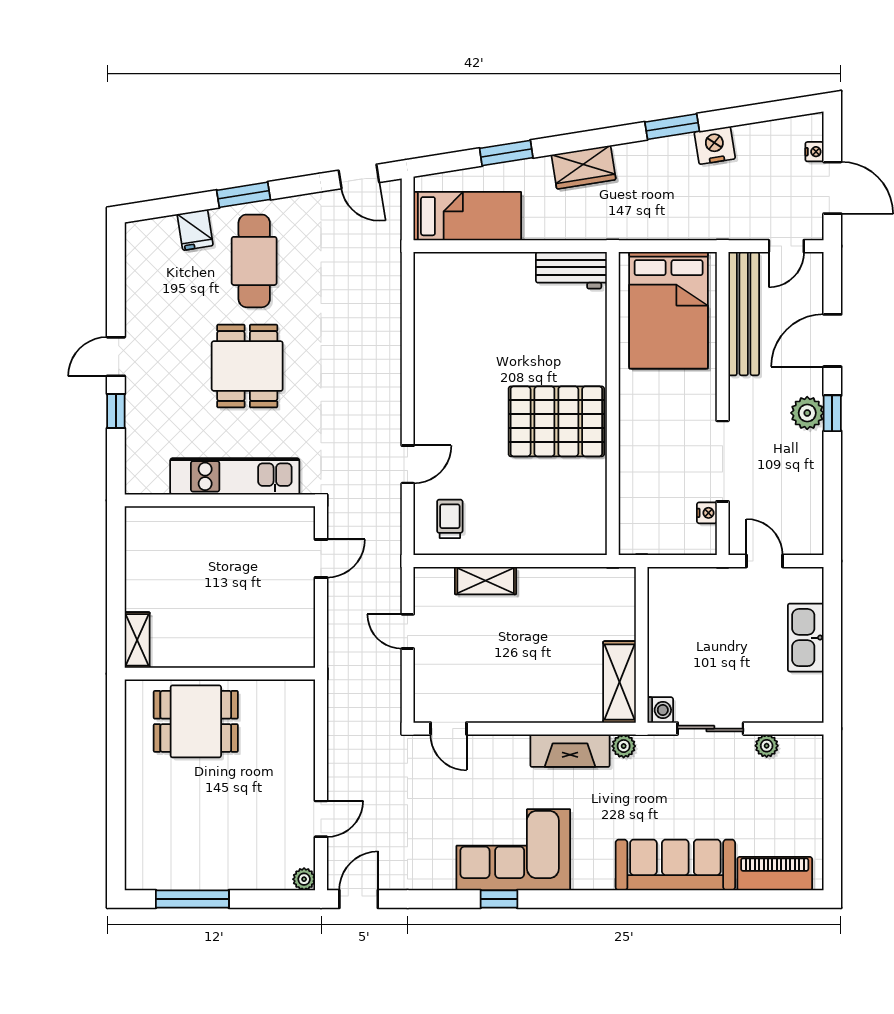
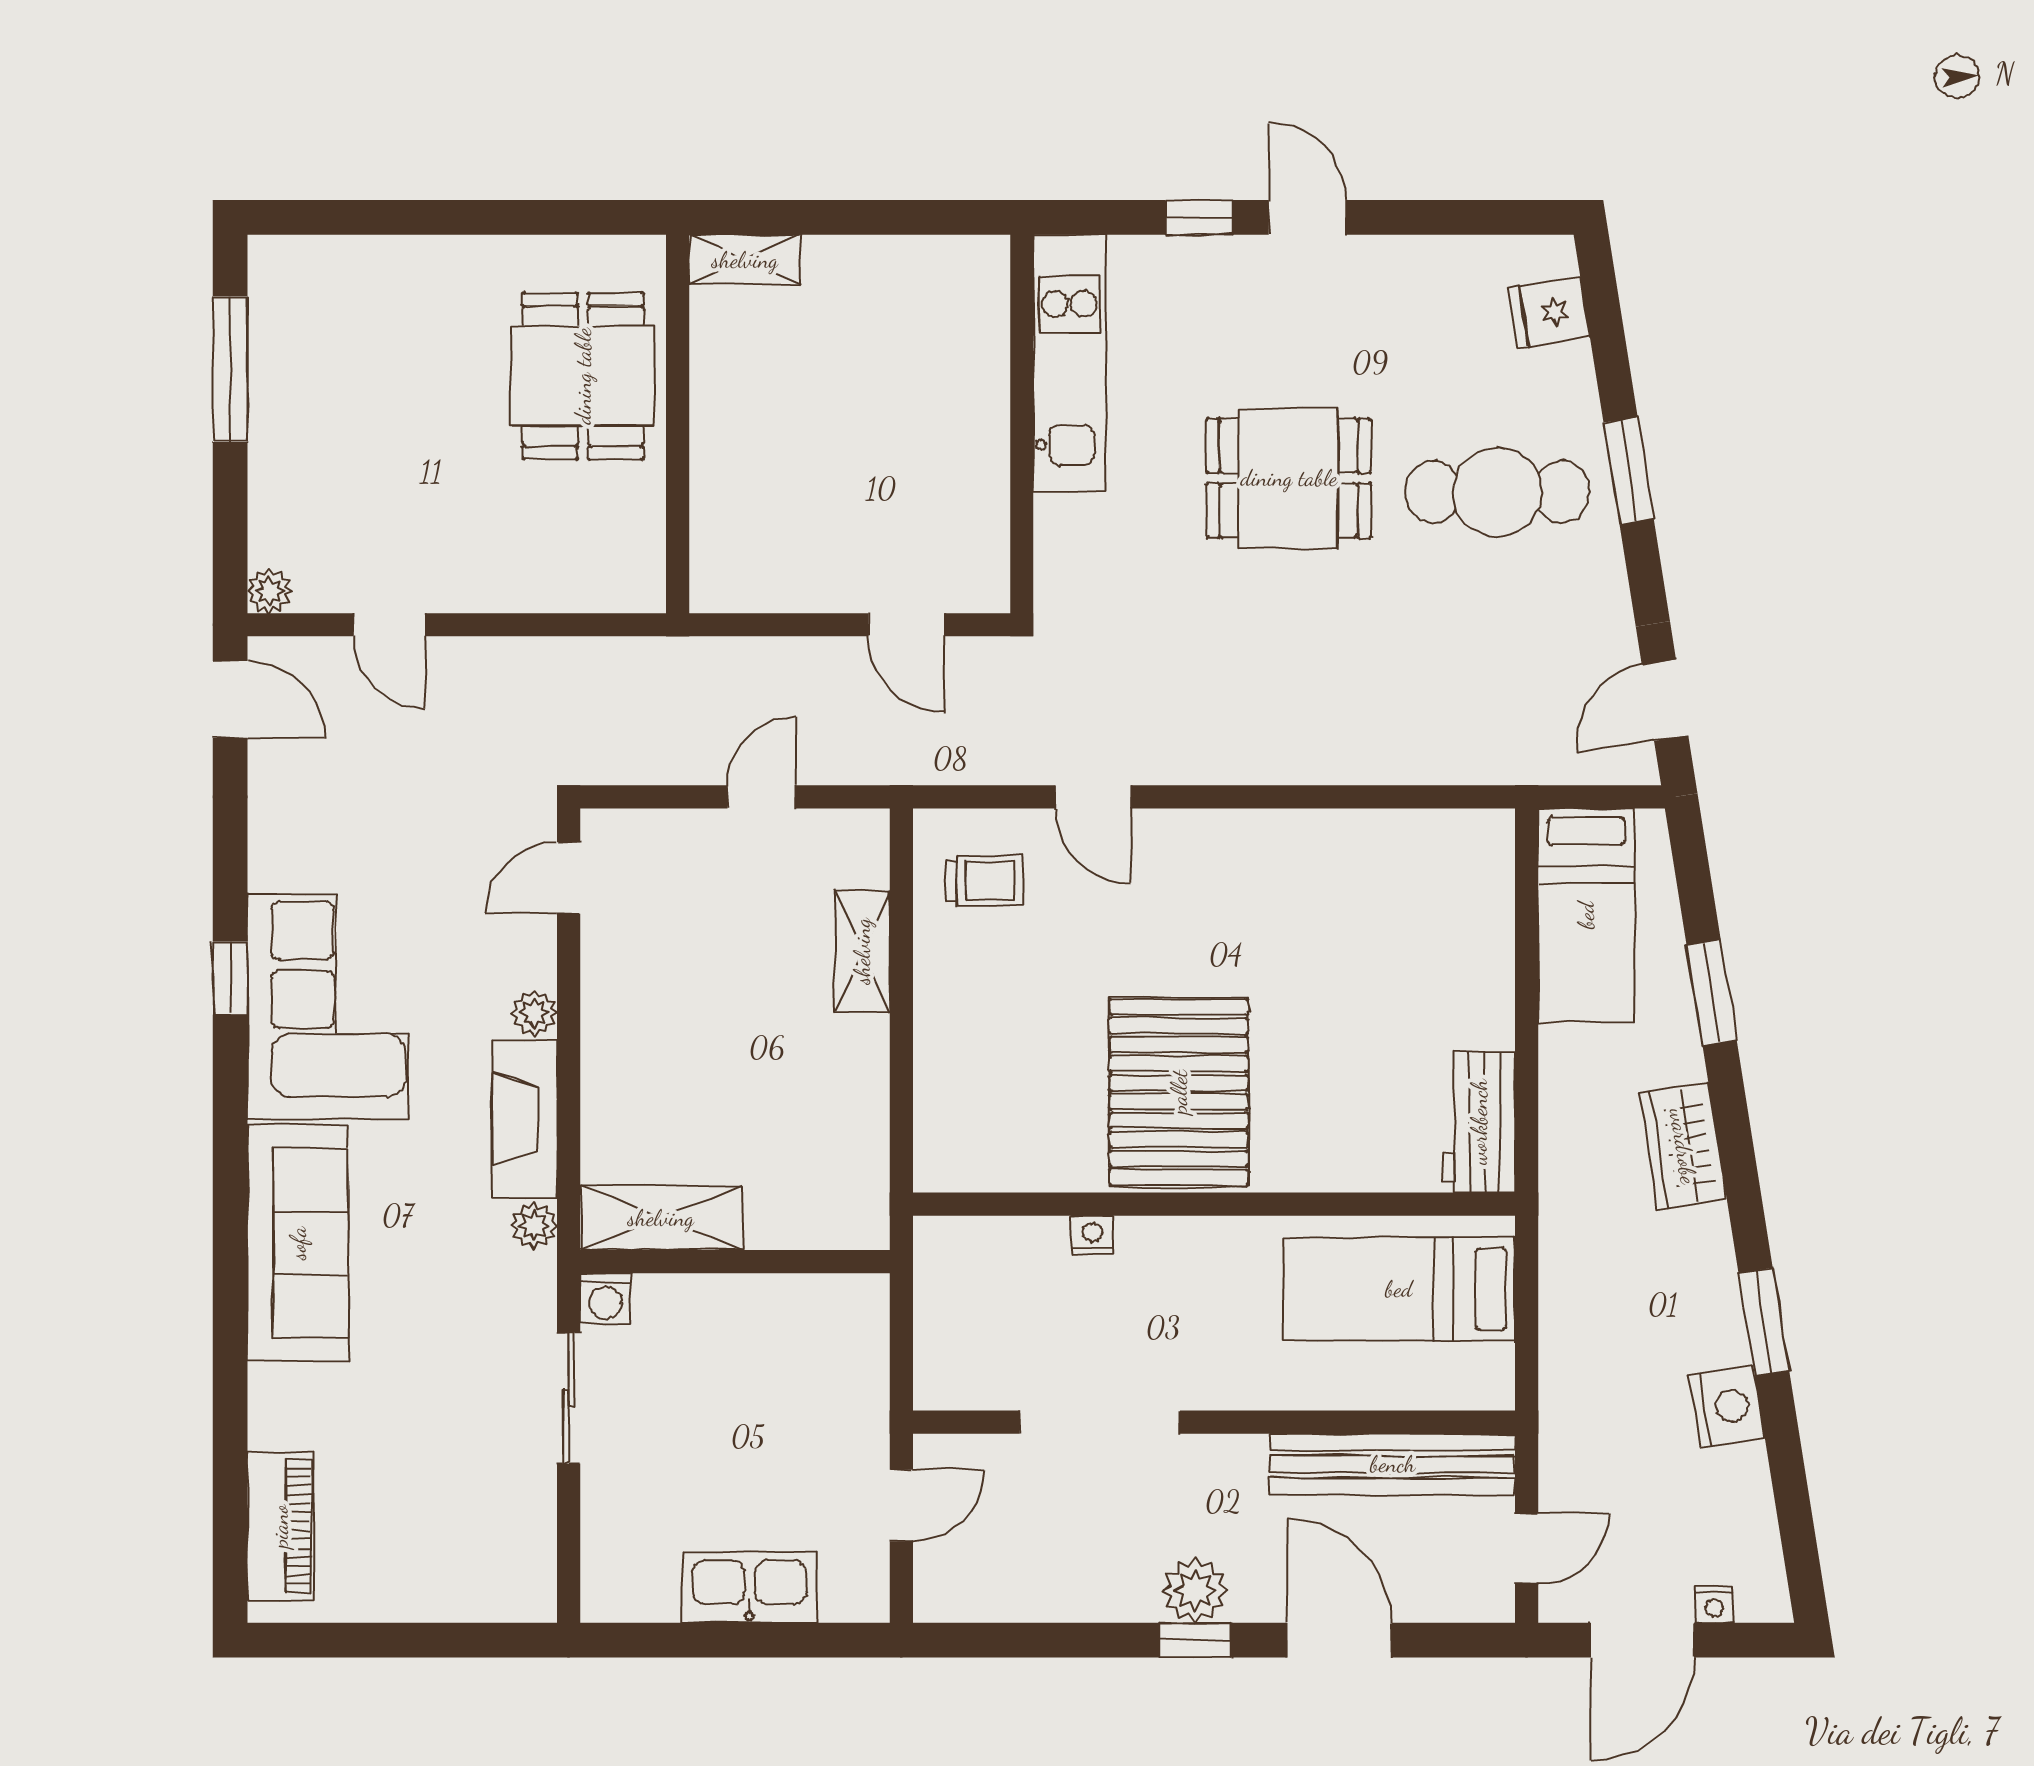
fridge: (195, 230) -> (1549, 313), moved
door: (786, 246) -> (1527, 1549), swing flipped
bed: (669, 310) -> (1399, 1289), width x0.67
kitchen unit: (235, 476) -> (1069, 363), moved
nightstand: (707, 513) -> (1092, 1235), moved, turned 180
plant: (767, 746) -> (534, 1013), moved
sofa: (675, 865) -> (298, 1243), moved

